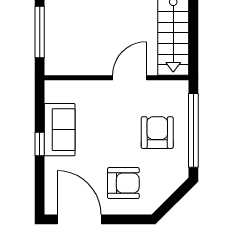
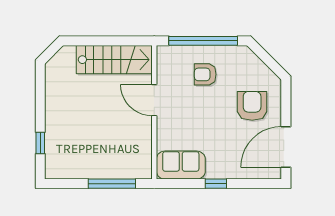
sofa: (60, 130) -> (181, 165), moved
armchair: (157, 133) -> (205, 74), width x0.72, depth x0.72

